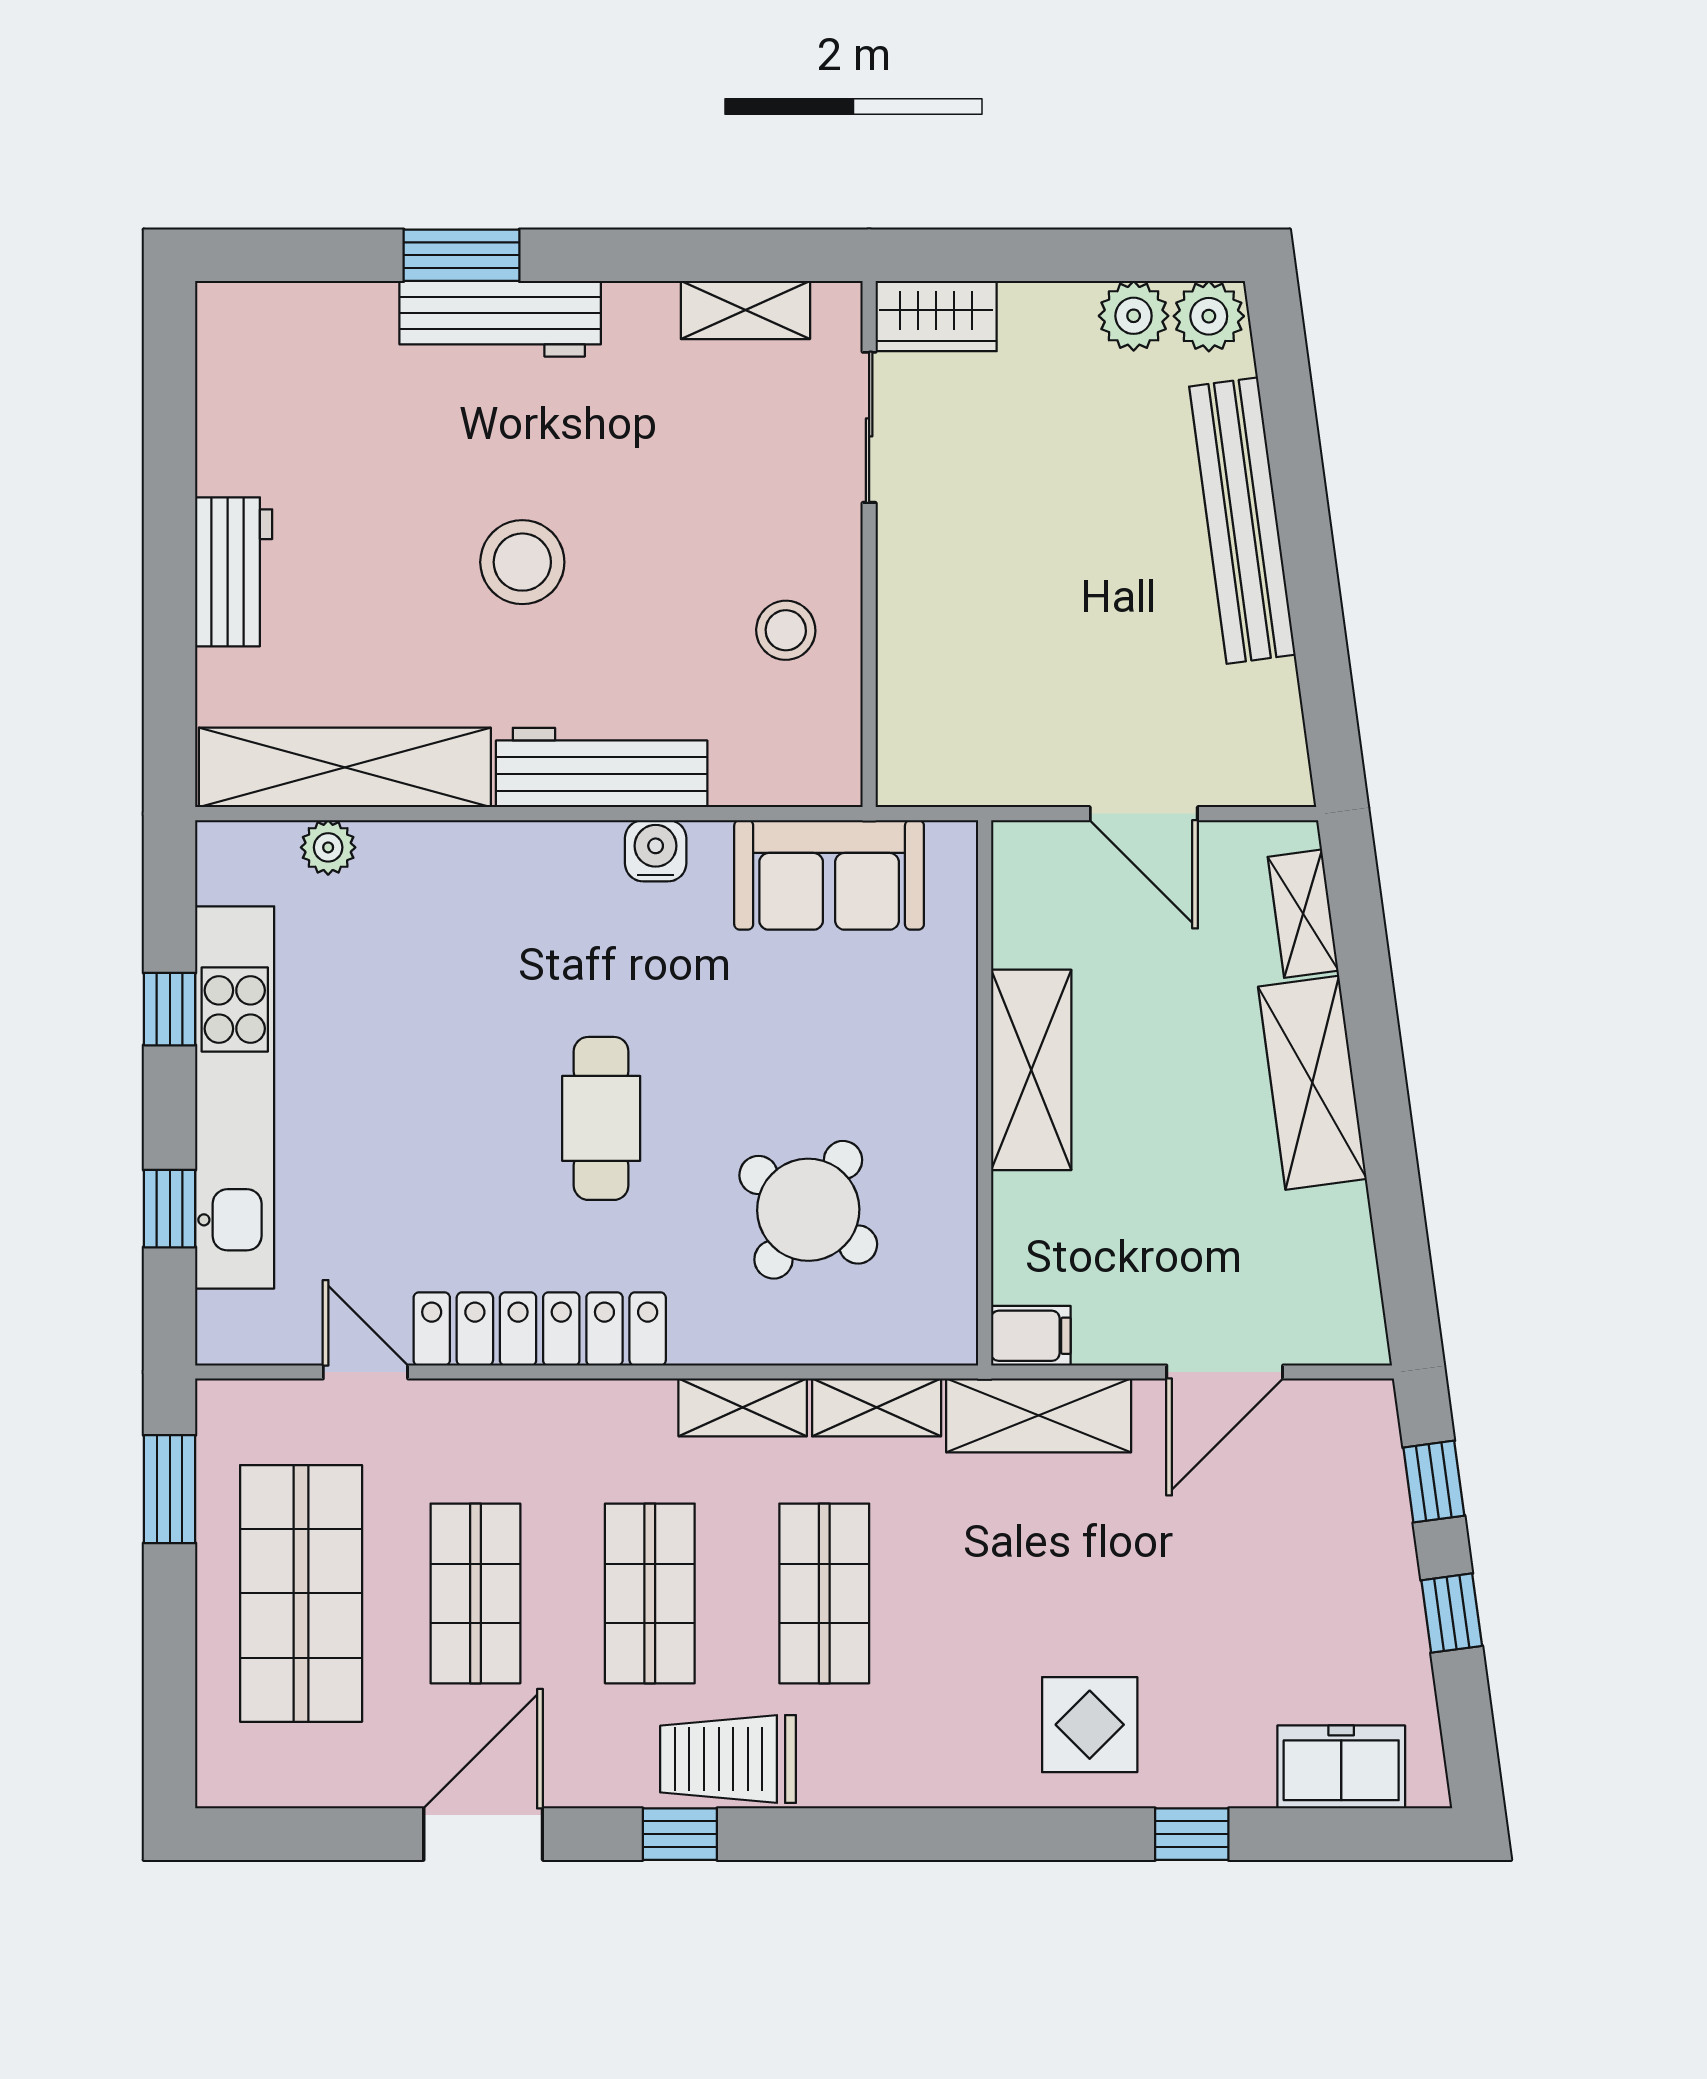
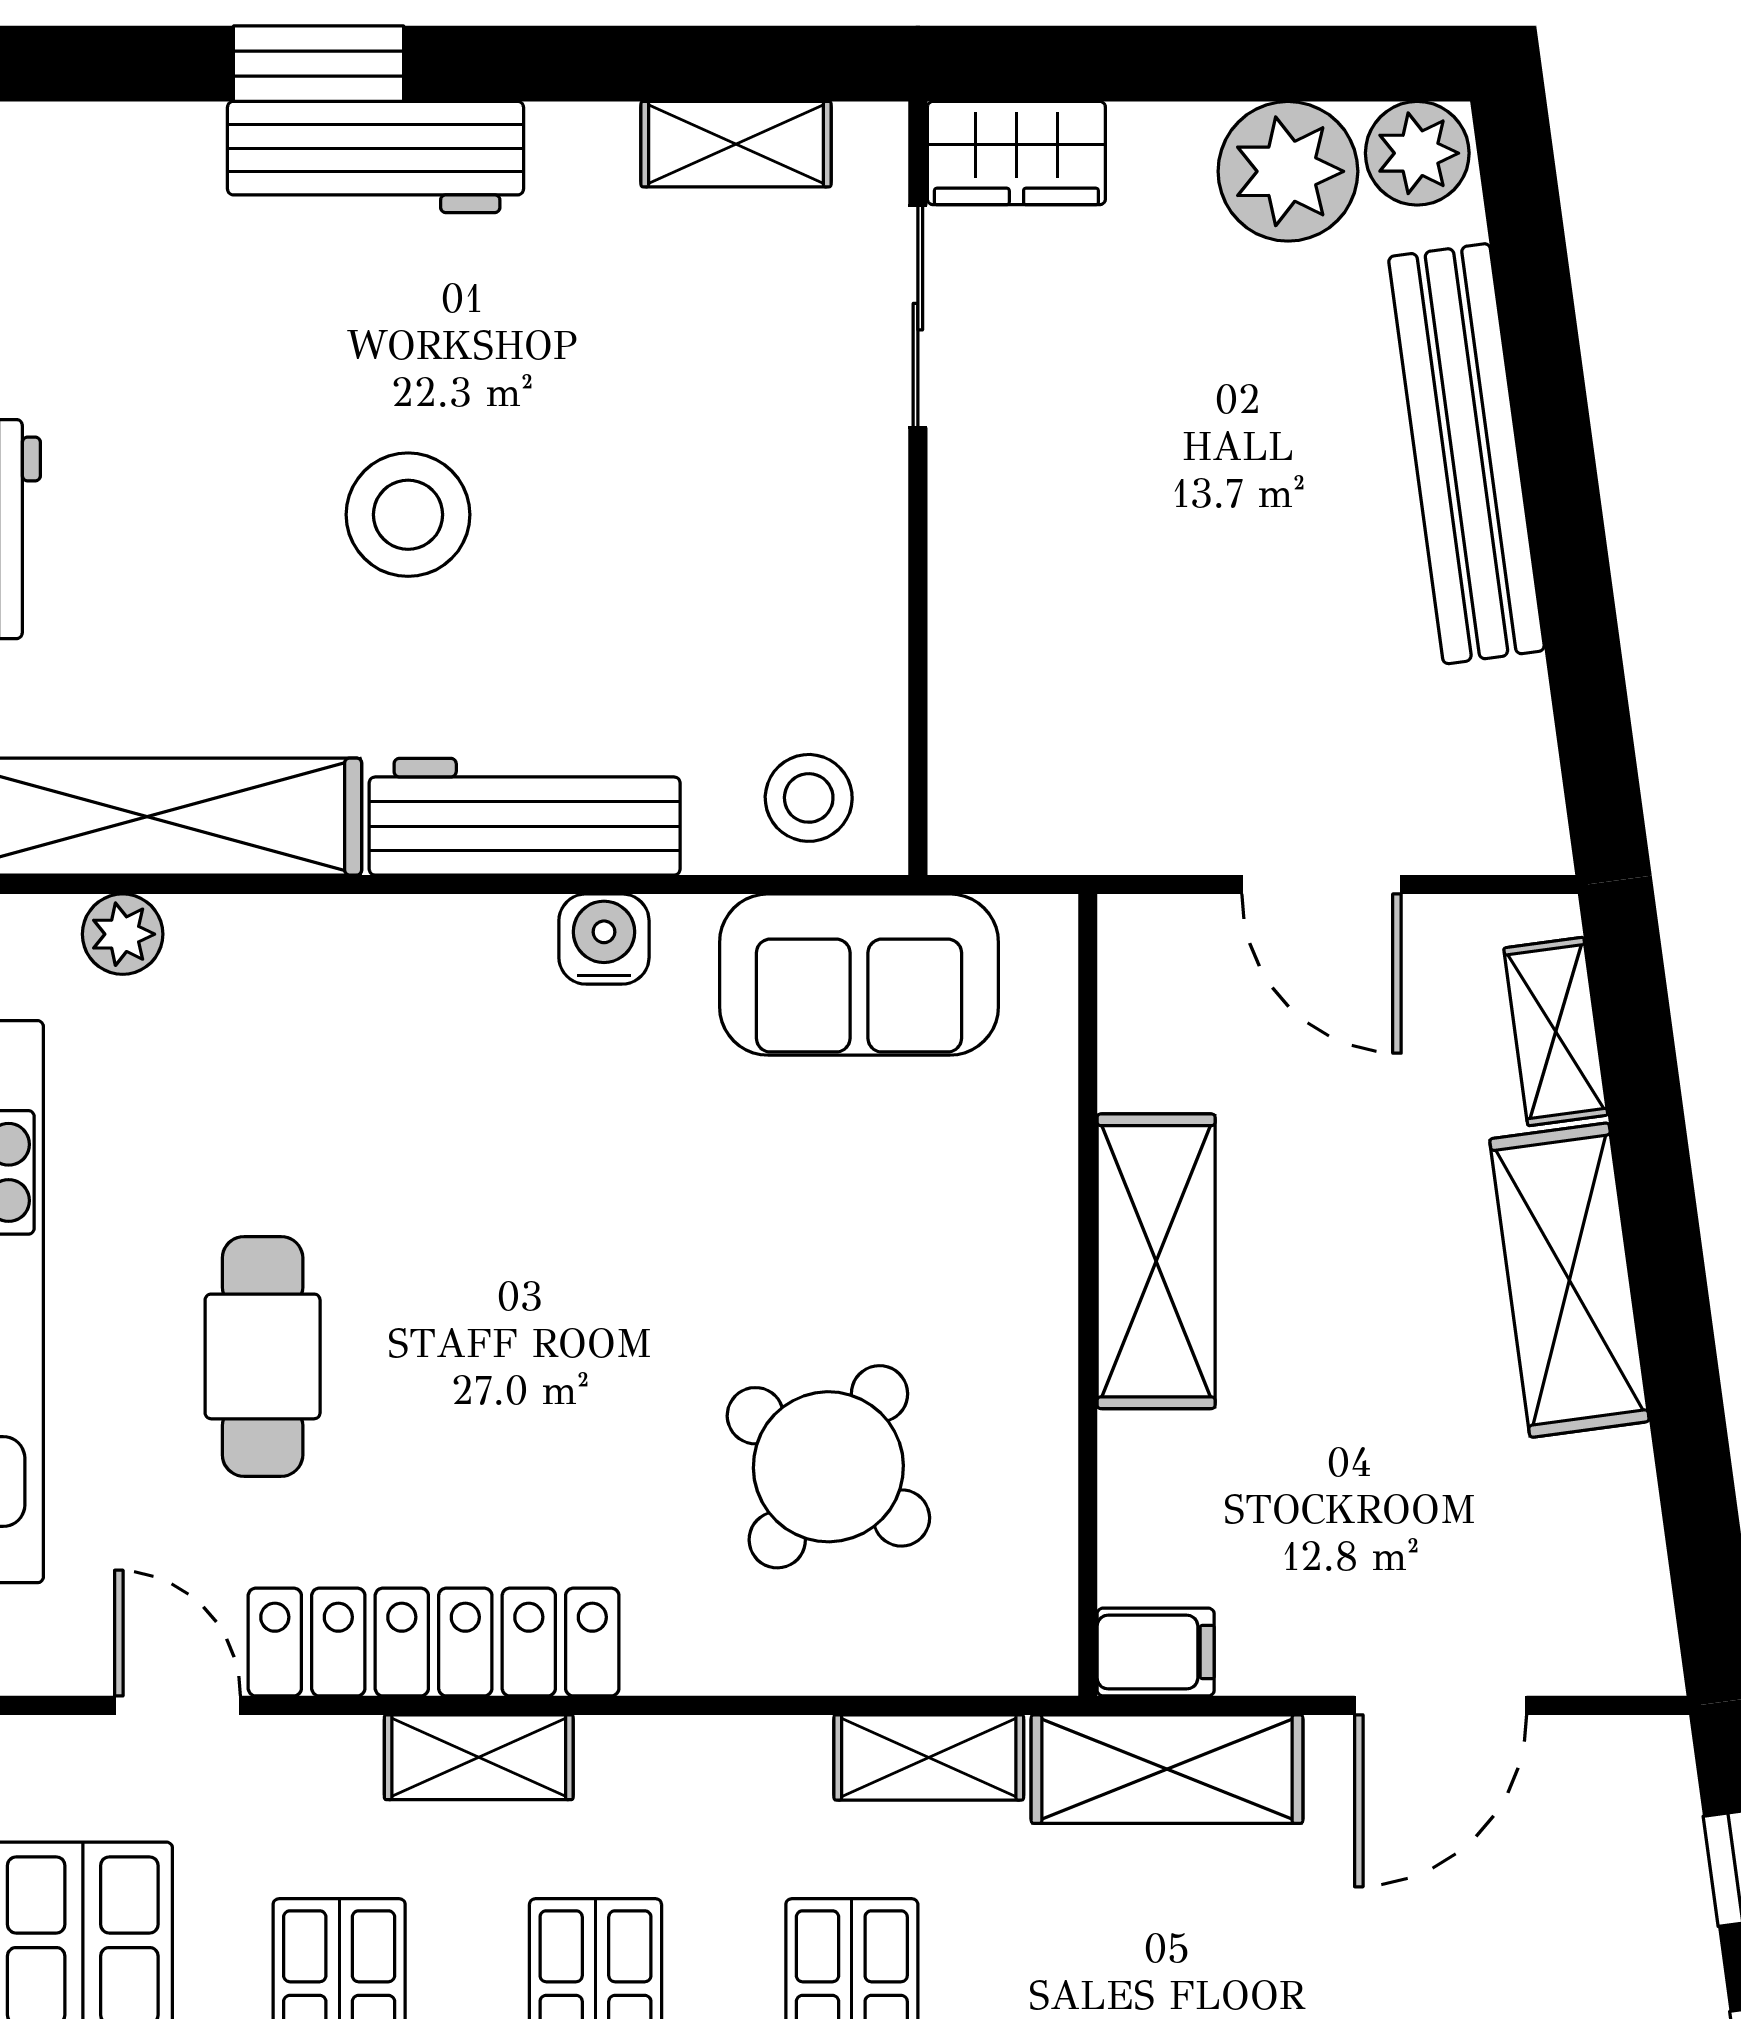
plant: (1134, 316) -> (1288, 171), width x1.36, depth x1.36
stool: (786, 630) -> (809, 798), moved
cafe table: (601, 1118) -> (263, 1356), moved
shelving: (743, 1407) -> (479, 1757), moved

